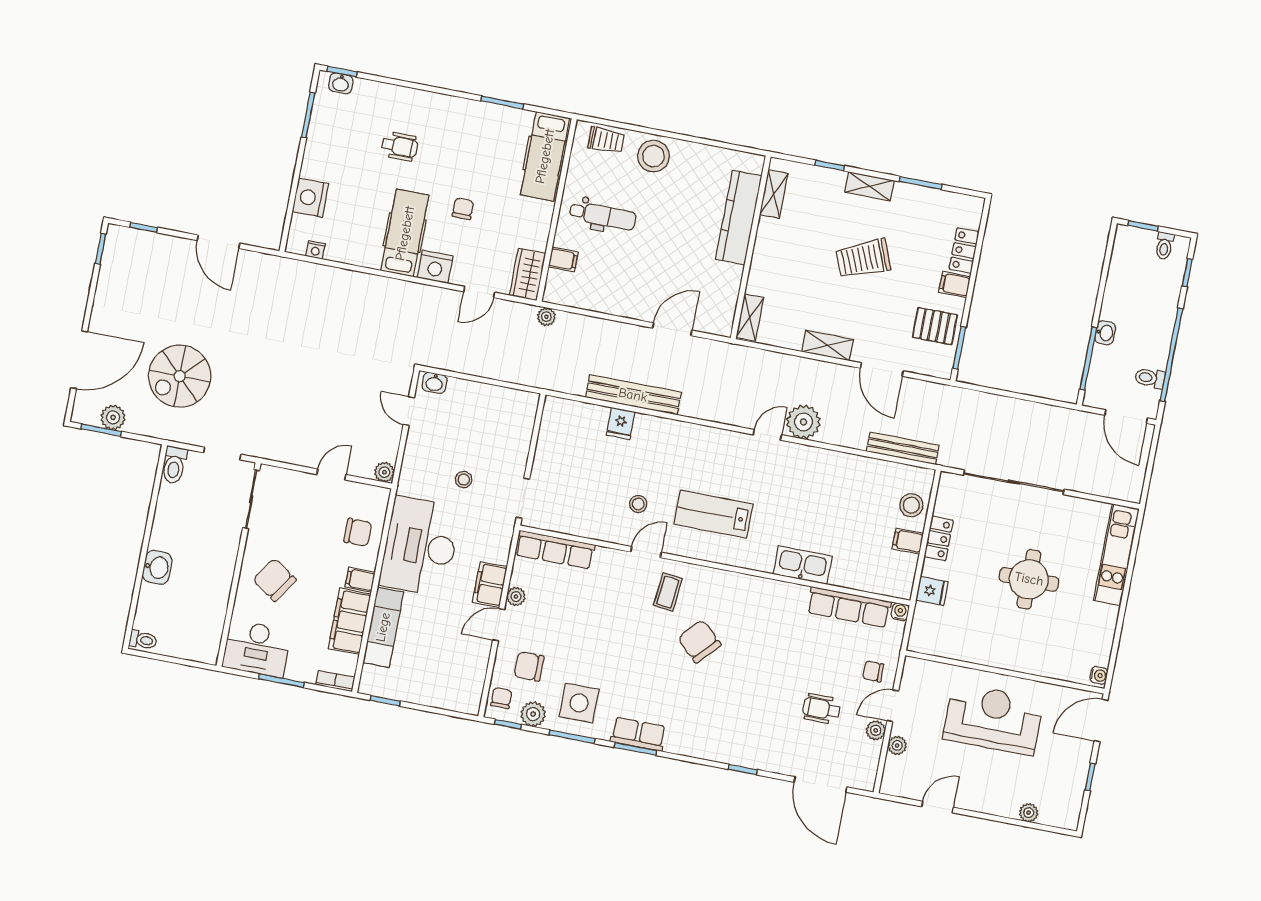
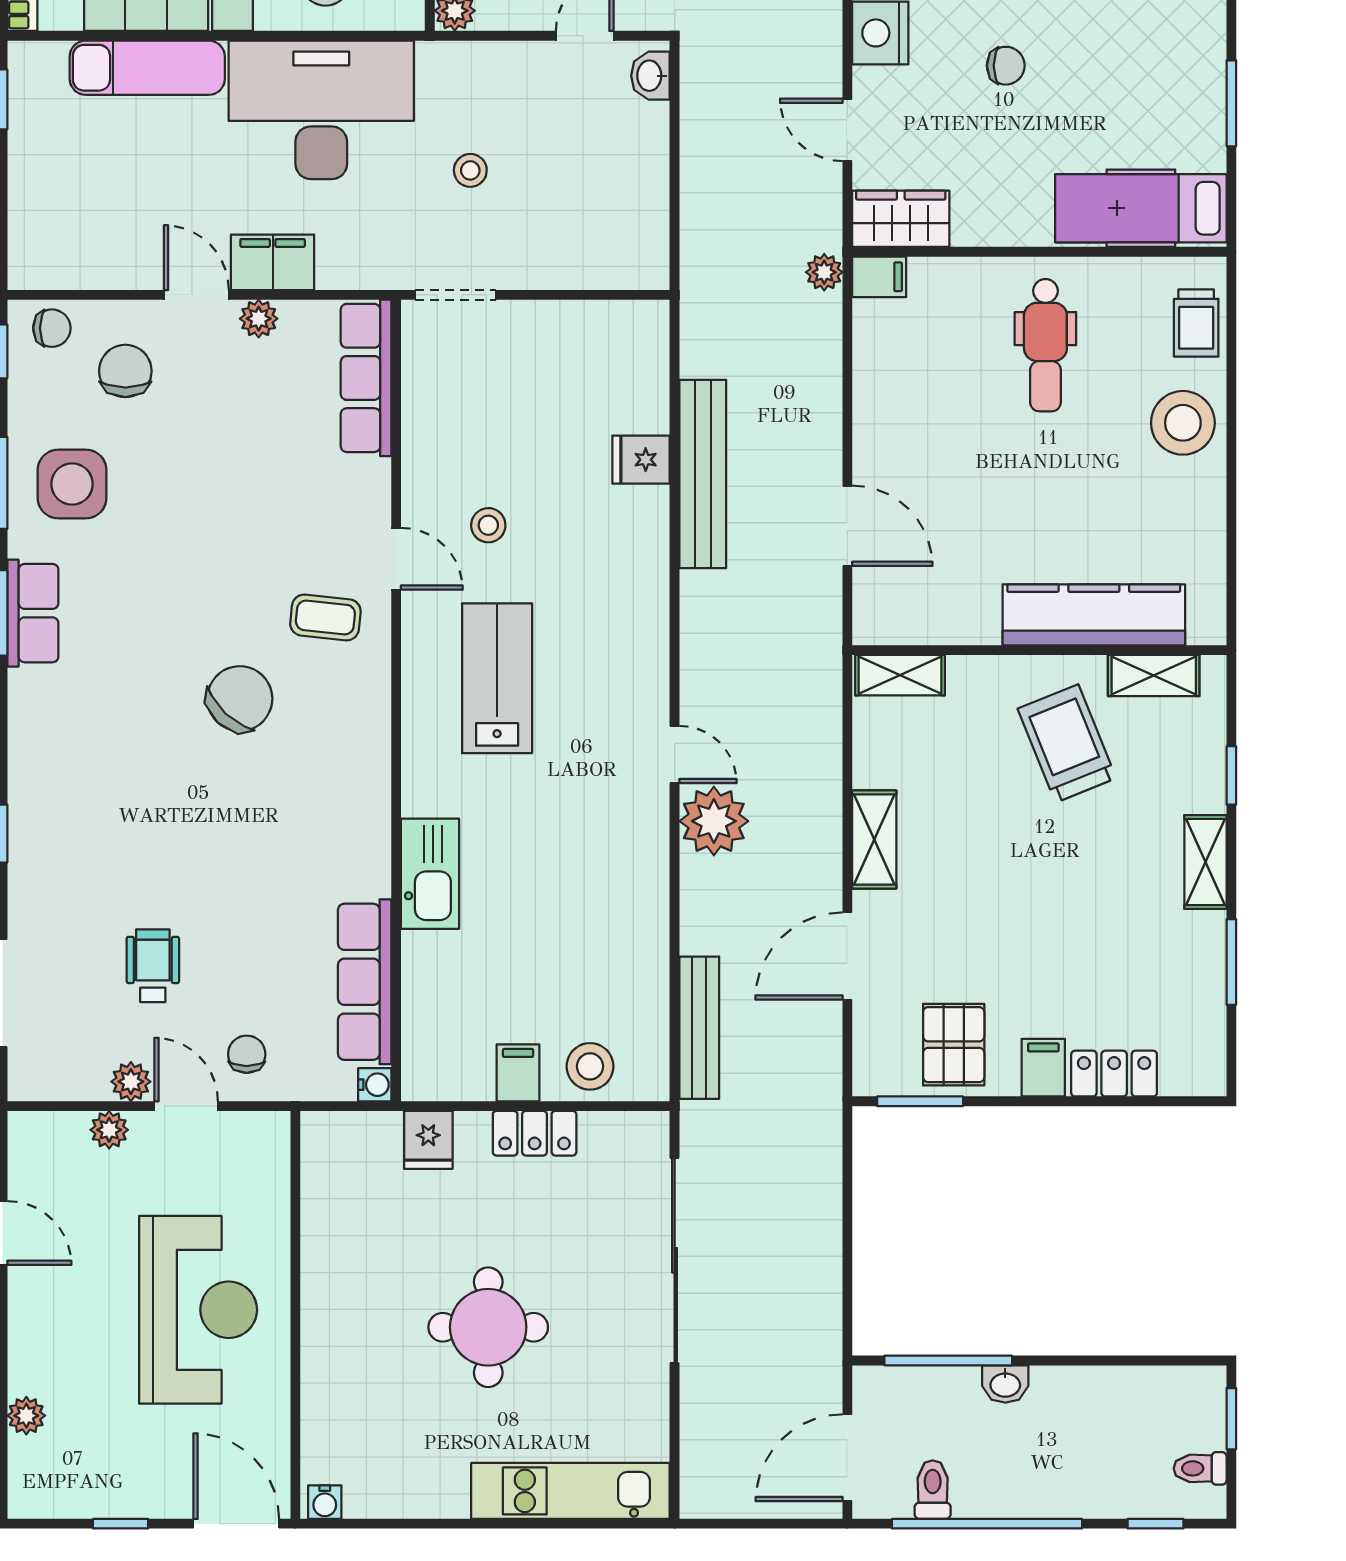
filing cabinet: (563, 259) -> (879, 277), moved, turned -90
trolley: (863, 259) -> (1067, 743), moved
plant: (533, 714) -> (33, 397), removed

